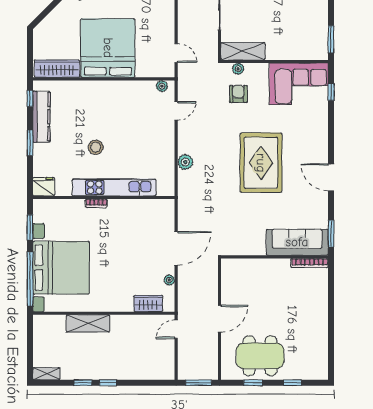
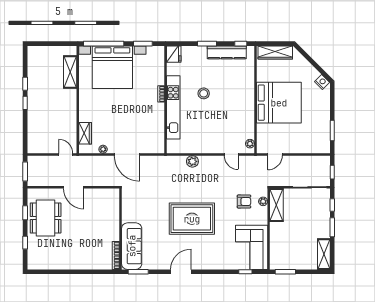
wardrobe: (57, 69) -> (275, 52), moved, turned 90
shelving: (88, 323) -> (70, 72), moved
shelving: (46, 374) -> (32, 56), removed

